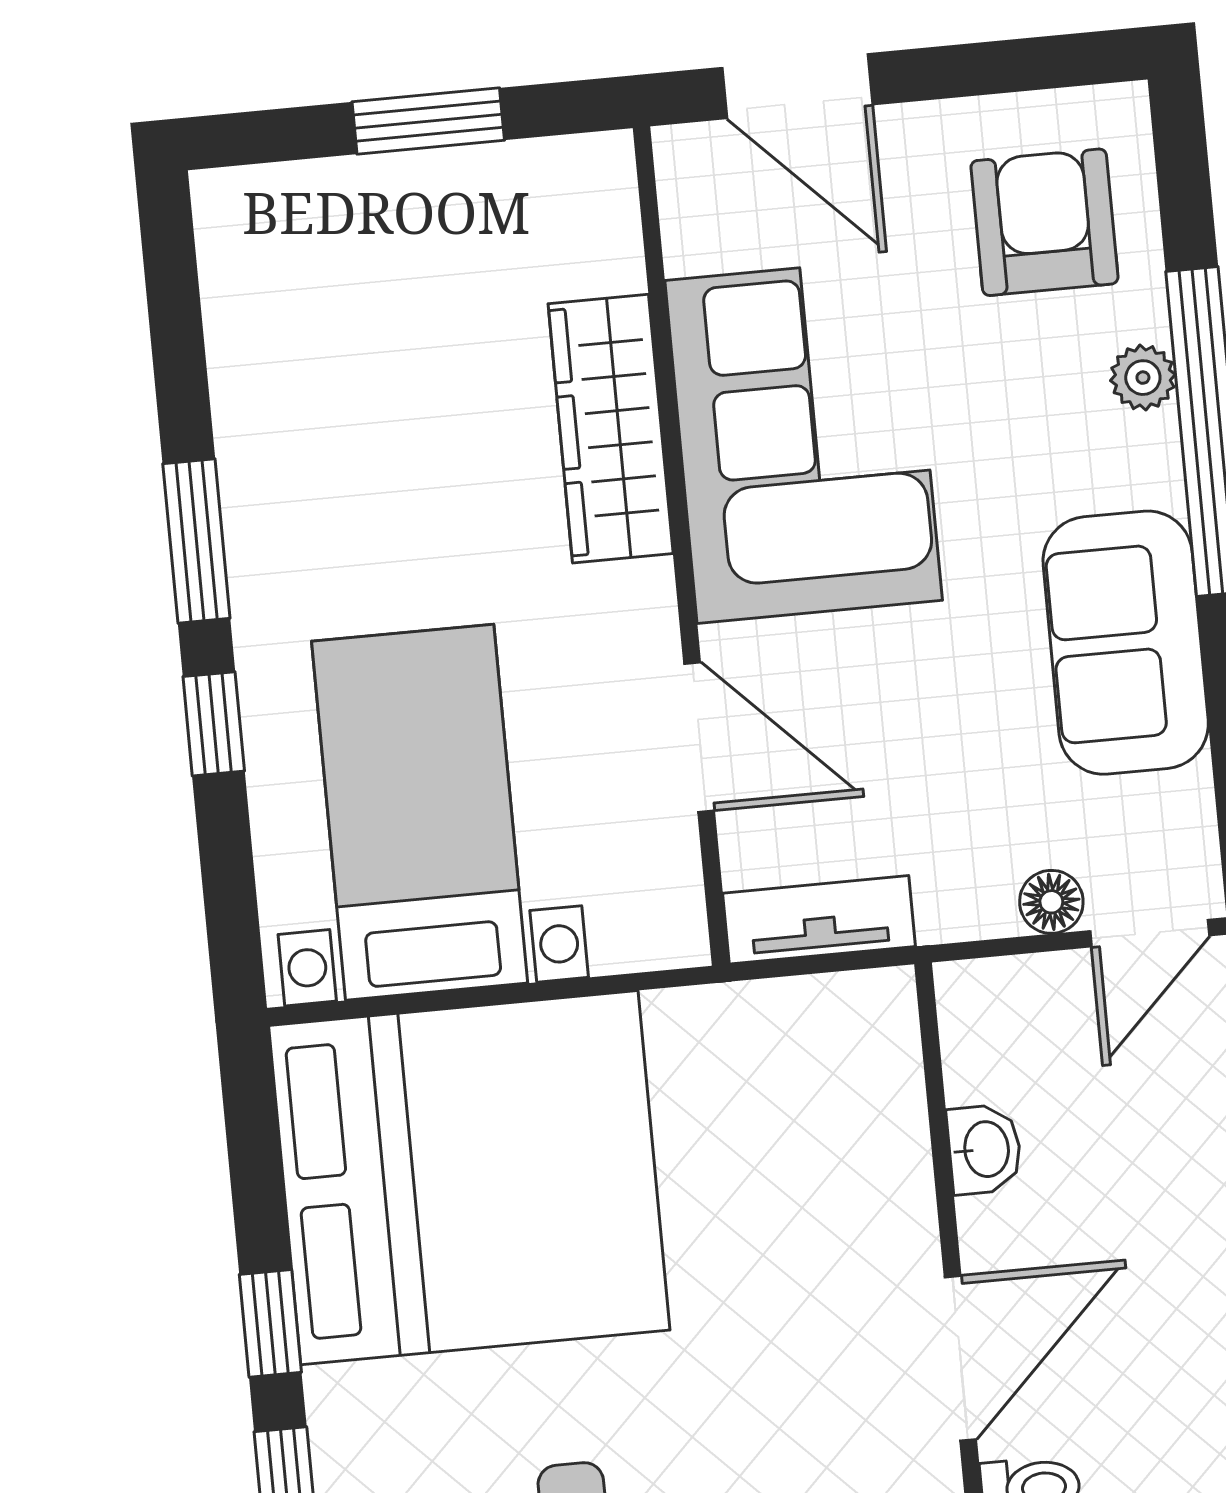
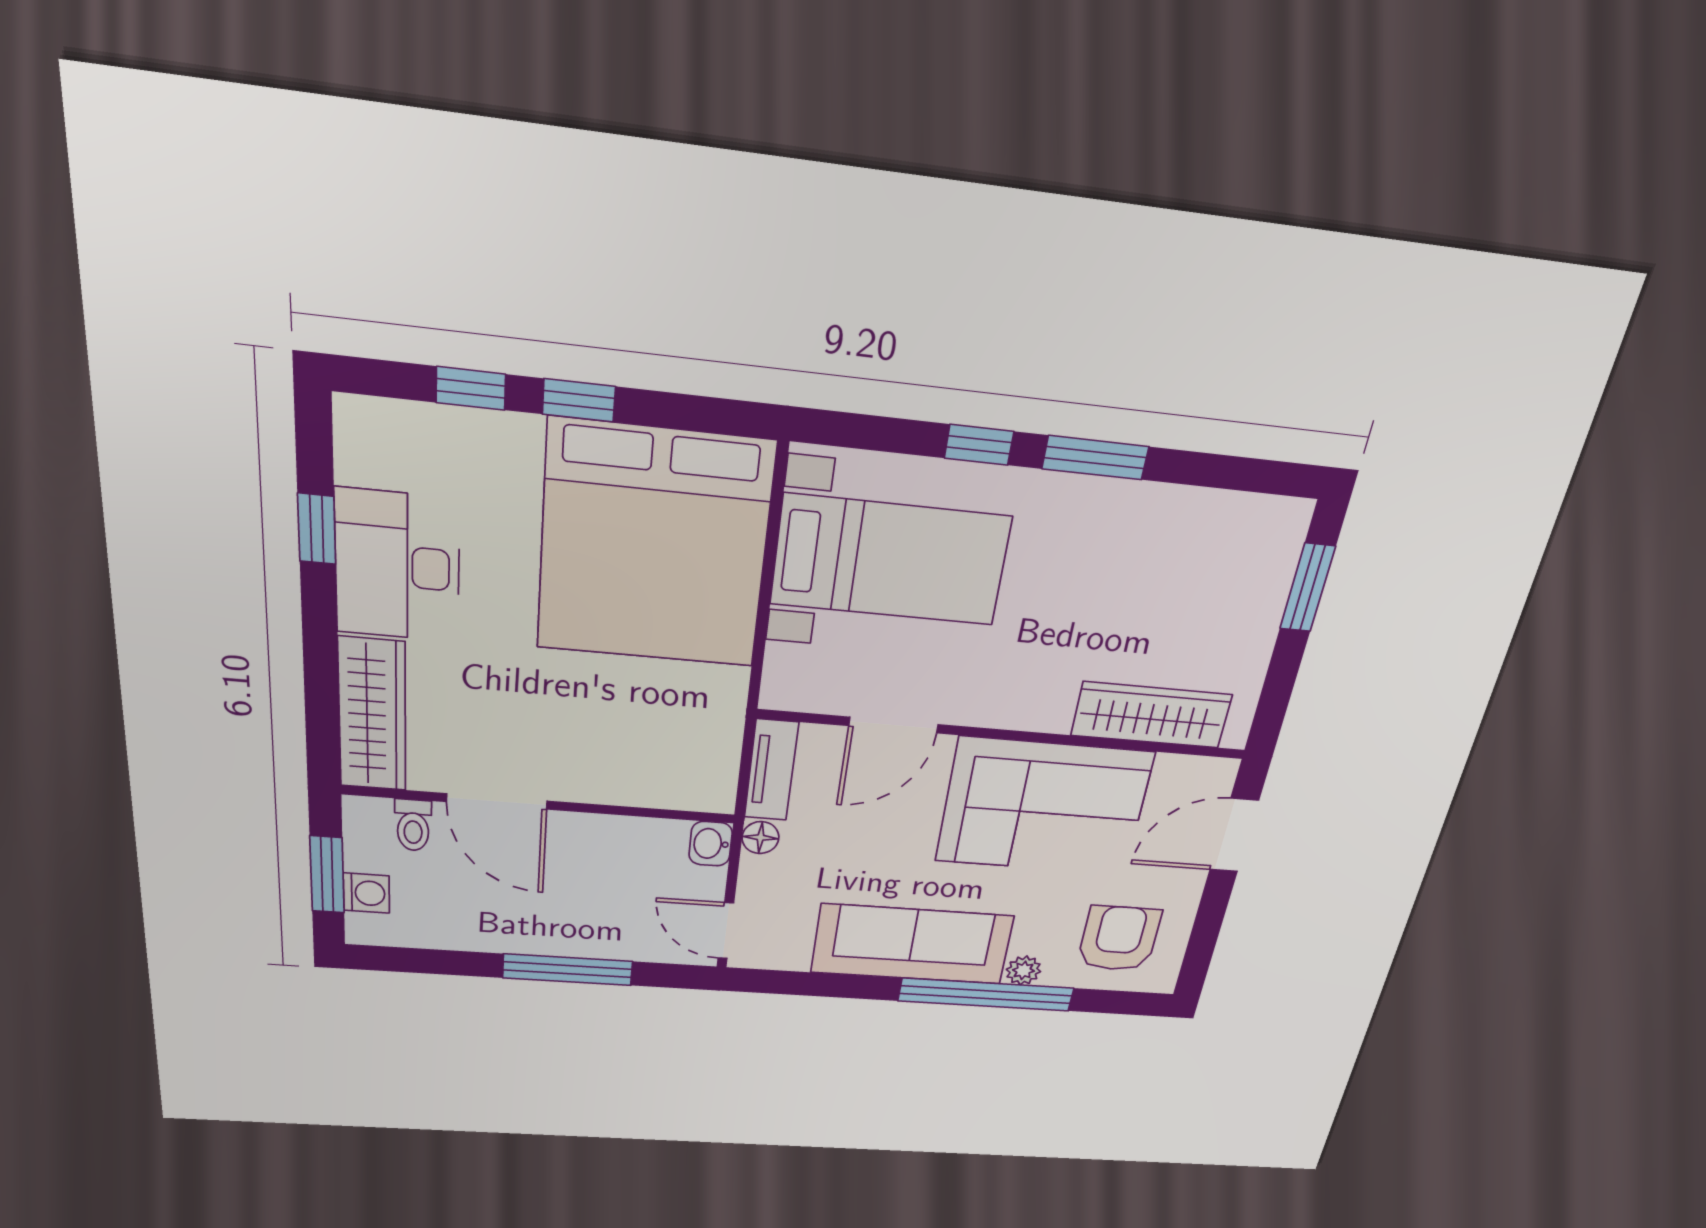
window: (428, 121) -> (1307, 588), moved
armchair: (1044, 222) -> (1119, 939), turned -90
wardrobe: (611, 429) -> (1151, 715), moved
sofa: (1126, 643) -> (912, 944), width x1.36
floor lamp: (1051, 902) -> (760, 838), moved
washbasin: (984, 1149) -> (711, 844), moved, turned 90

